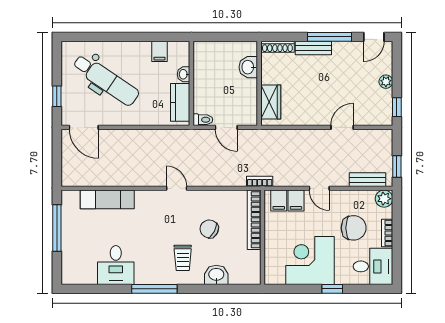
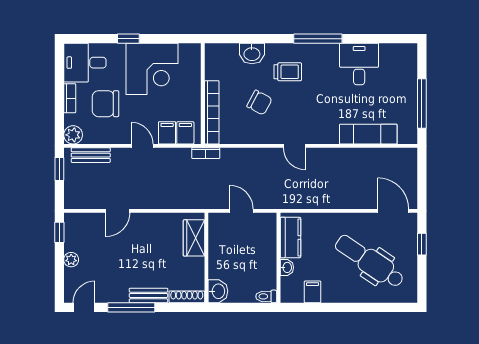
washbasin: (248, 67) -> (218, 291), moved
toilet: (203, 120) -> (266, 296), moved
trolley: (183, 258) -> (288, 72), turned 90

